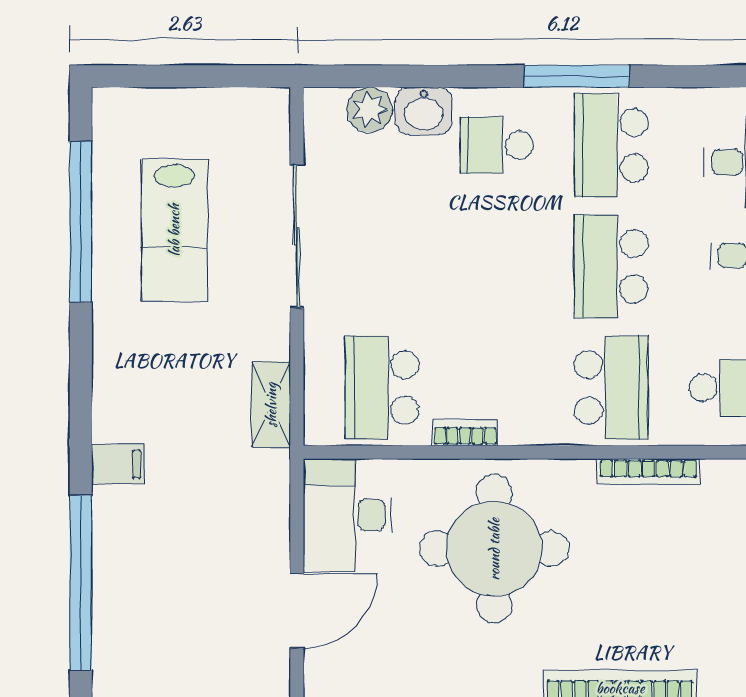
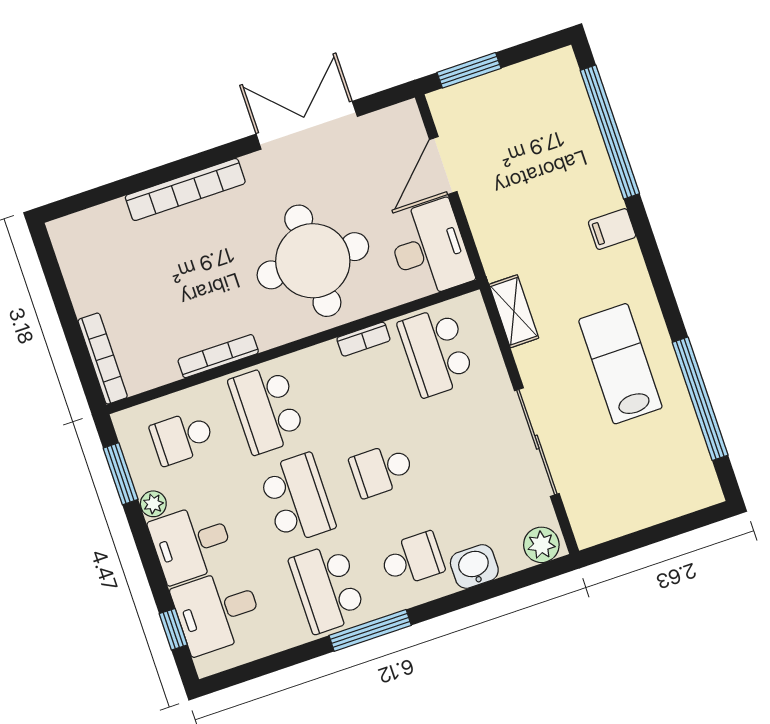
plant: (369, 110) -> (541, 545), moved
school desk: (611, 145) -> (327, 588), turned 180
lab bench: (174, 230) -> (620, 364), moved
school desk: (497, 266) -> (382, 470), added
school desk: (382, 388) -> (436, 352), turned 180

